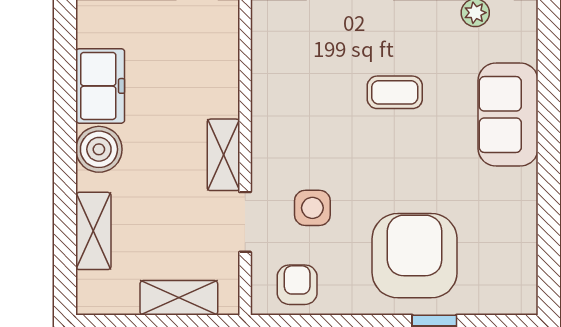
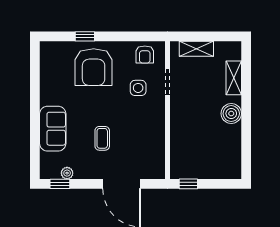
freezer: (100, 86) -> (231, 141), removed
coffee table: (395, 92) -> (102, 138), turned 90
shelving: (223, 155) -> (177, 111), removed

